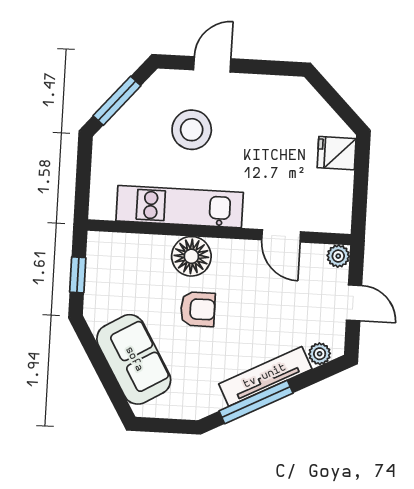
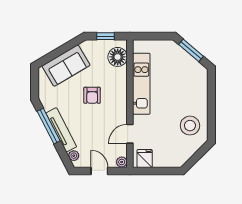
door: (212, 64) -> (211, 96), removed
stool: (192, 130) -> (190, 126), moved
fridge: (337, 153) -> (145, 158), moved
floor lamp: (191, 256) -> (118, 57), moved
door: (354, 303) -> (99, 171), swing flipped

